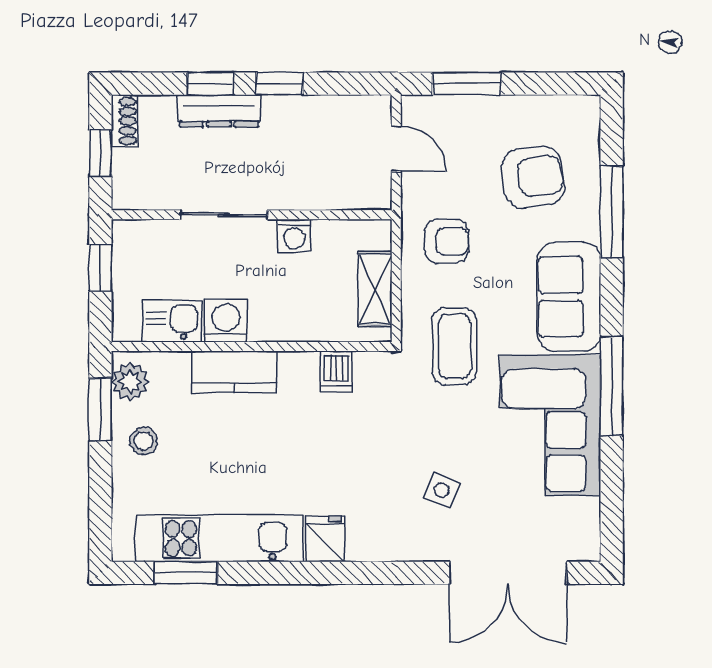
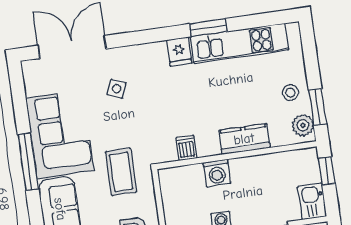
window: (100, 268) -> (327, 171), moved
shelving: (375, 289) -> (171, 198), removed
kitchen sink: (172, 321) -> (312, 201), moved, turned 90
washing machine: (226, 321) -> (217, 173), moved
window: (186, 573) -> (208, 28), moved

